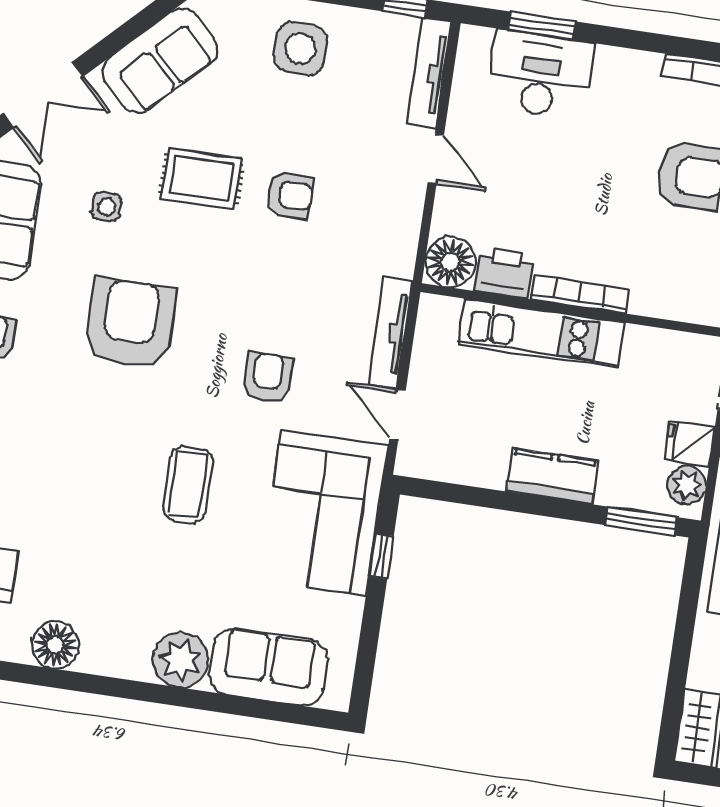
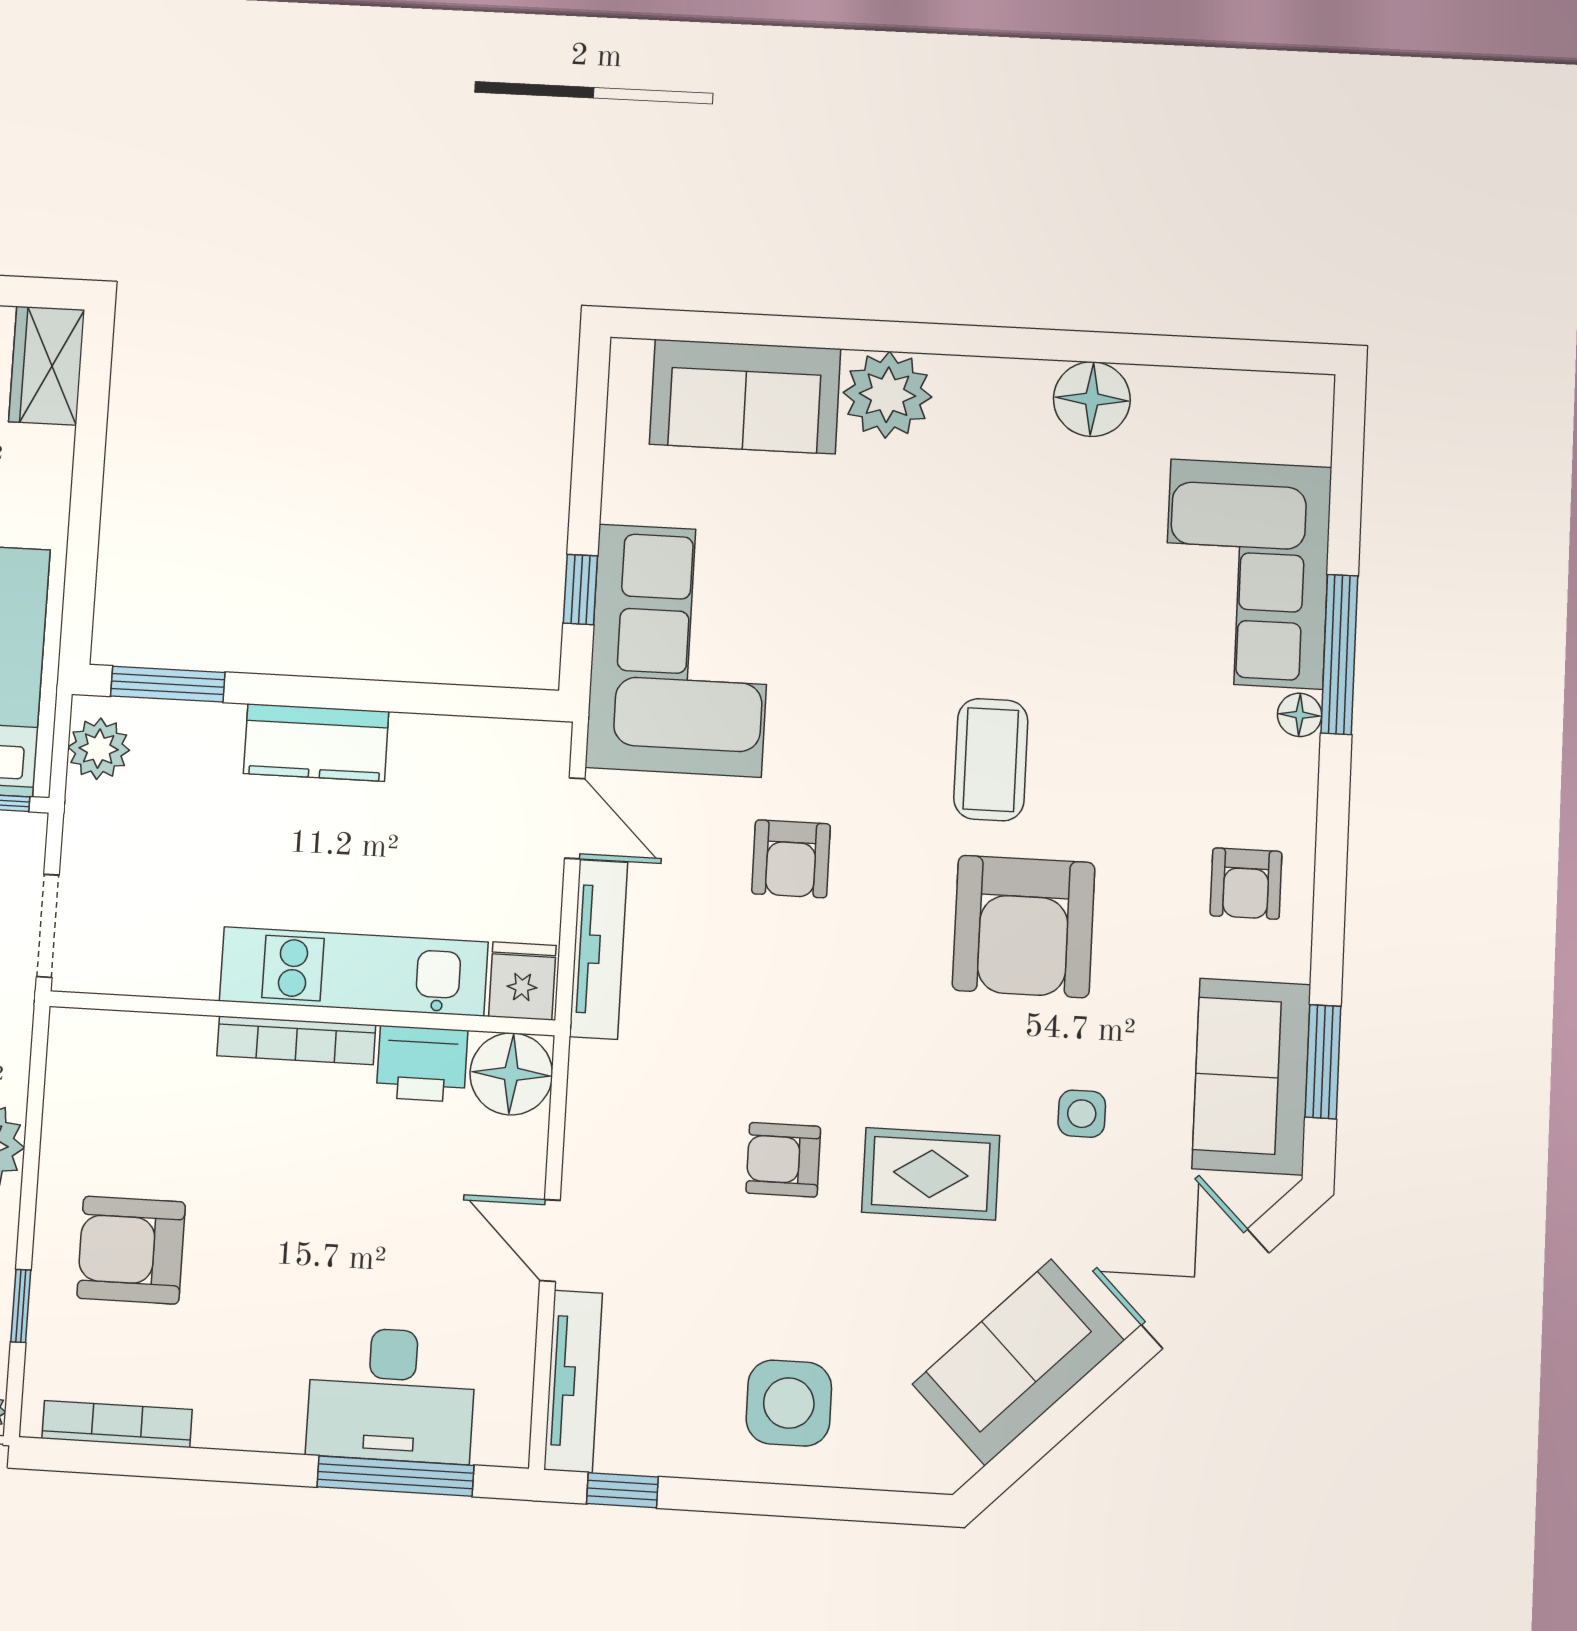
window: (542, 26) -> (396, 1476), width x1.44
fridge: (689, 443) -> (522, 981), moved, turned -90
coffee table: (188, 485) -> (991, 760), moved

